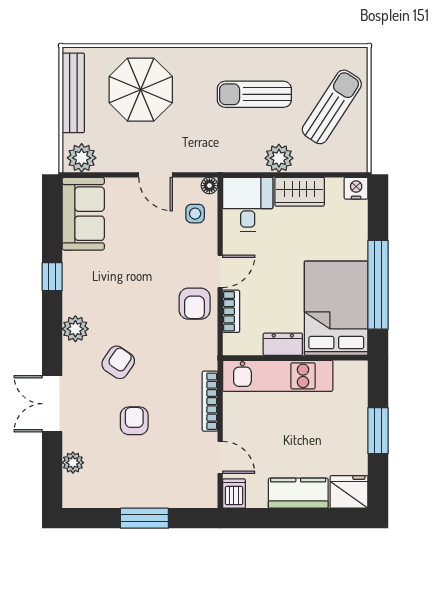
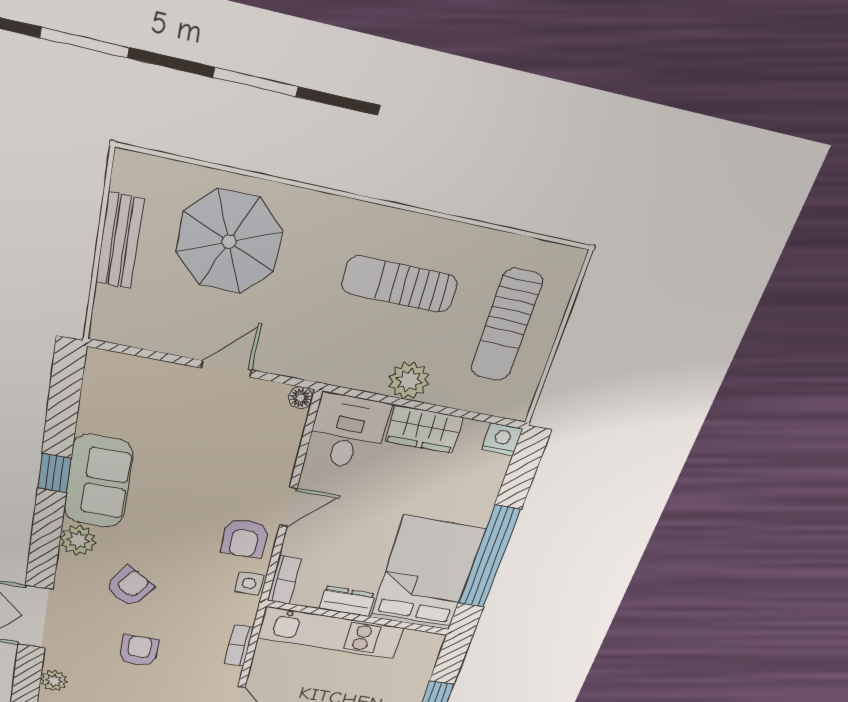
bench: (73, 93) -> (120, 241), width x0.73
sun lounger: (332, 107) -> (506, 325), turned 148
plant: (82, 158) -> (120, 324), removed
door: (156, 175) -> (226, 369), swing flipped
sofa: (83, 214) -> (98, 481), moved
side table: (195, 214) -> (249, 583), moved
bookcase: (231, 311) -> (284, 580), moved
bookcase: (210, 401) -> (239, 646), width x0.64

